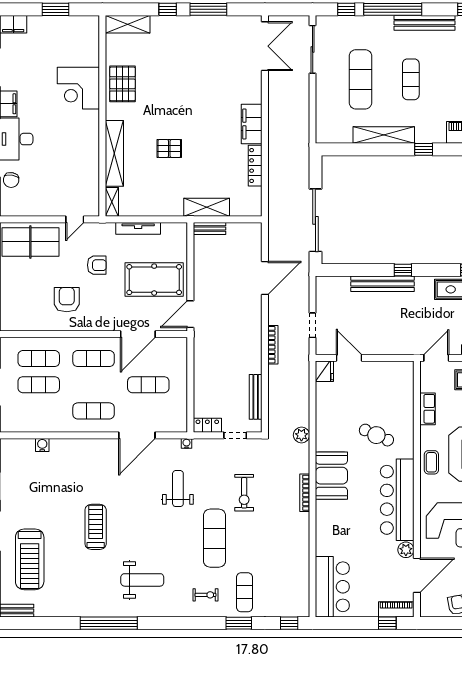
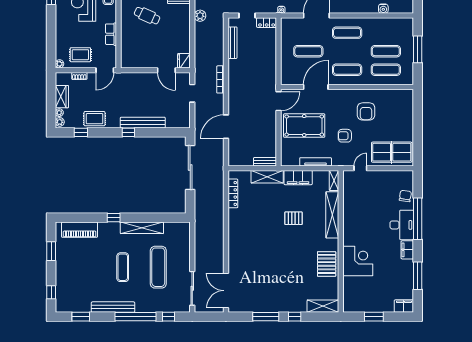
filing cabinet: (252, 124) -> (298, 178), moved, turned 90
locker: (255, 166) -> (233, 193), moved

